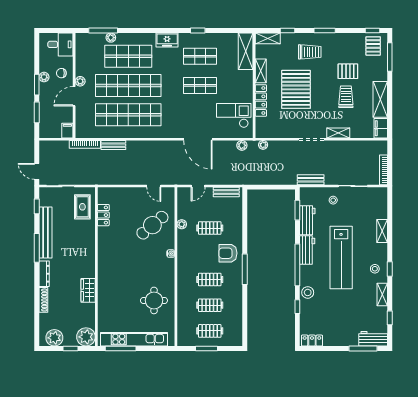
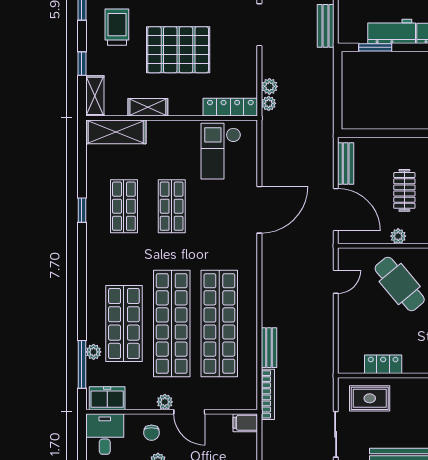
freezer: (167, 40) -> (107, 398), moved, turned -90
locker: (261, 101) -> (230, 107), moved
plant: (242, 145) -> (269, 86), moved
door: (198, 186) -> (336, 210), width x1.88

